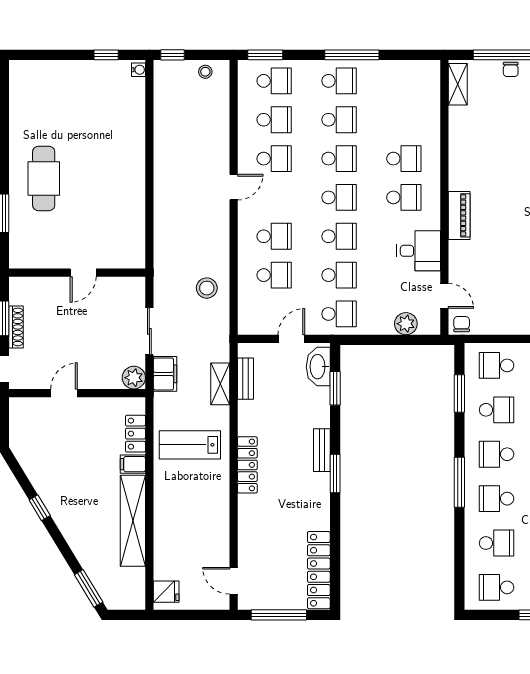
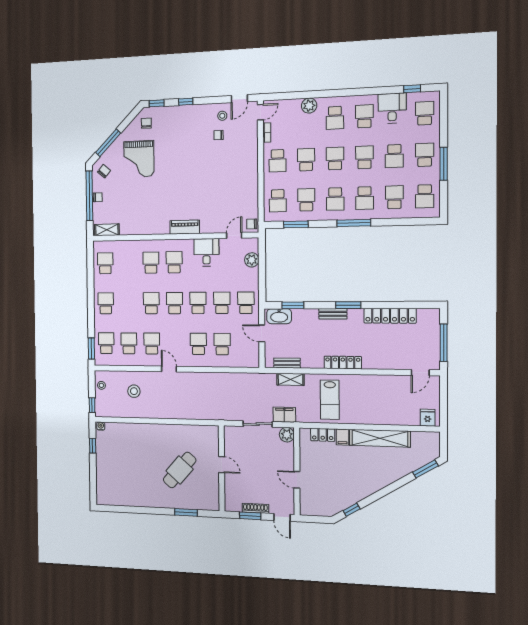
window: (352, 55) -> (91, 295), removed
school desk: (339, 120) -> (105, 263), moved
cafe table: (44, 178) -> (180, 470), moved, turned -49
stool: (207, 288) -> (134, 391), moved
window: (40, 508) -> (352, 510), moved
locker: (319, 570) -> (390, 316), moved

